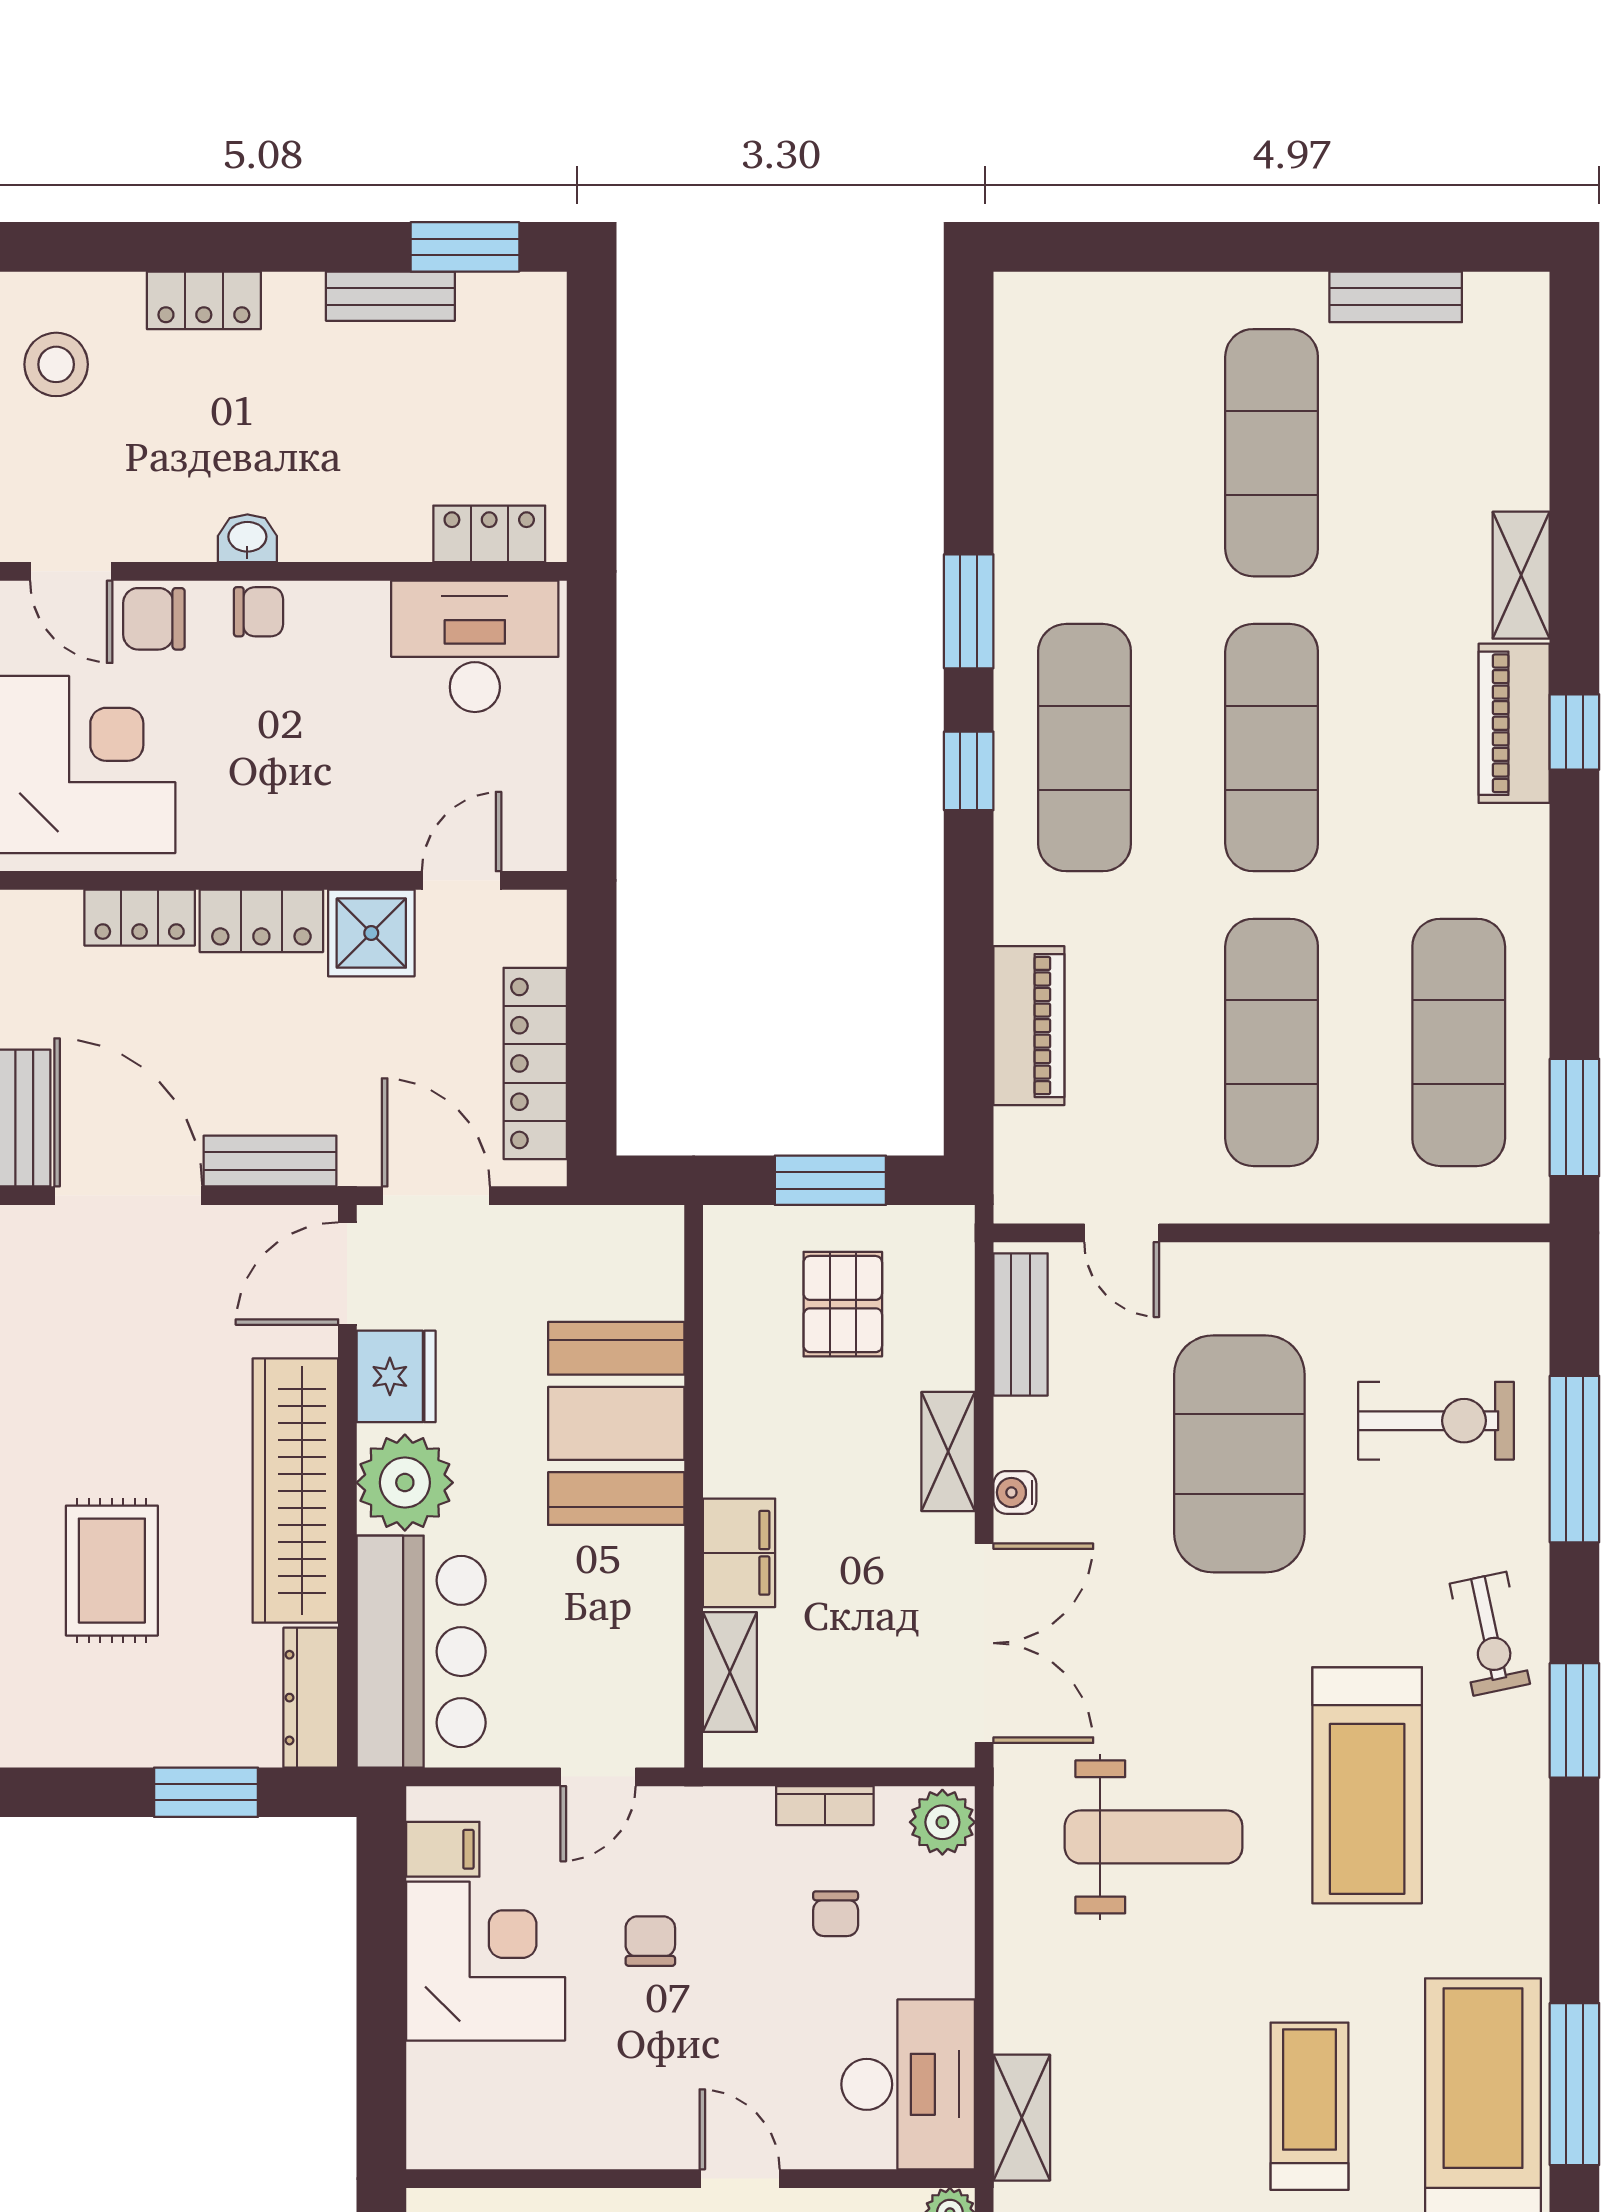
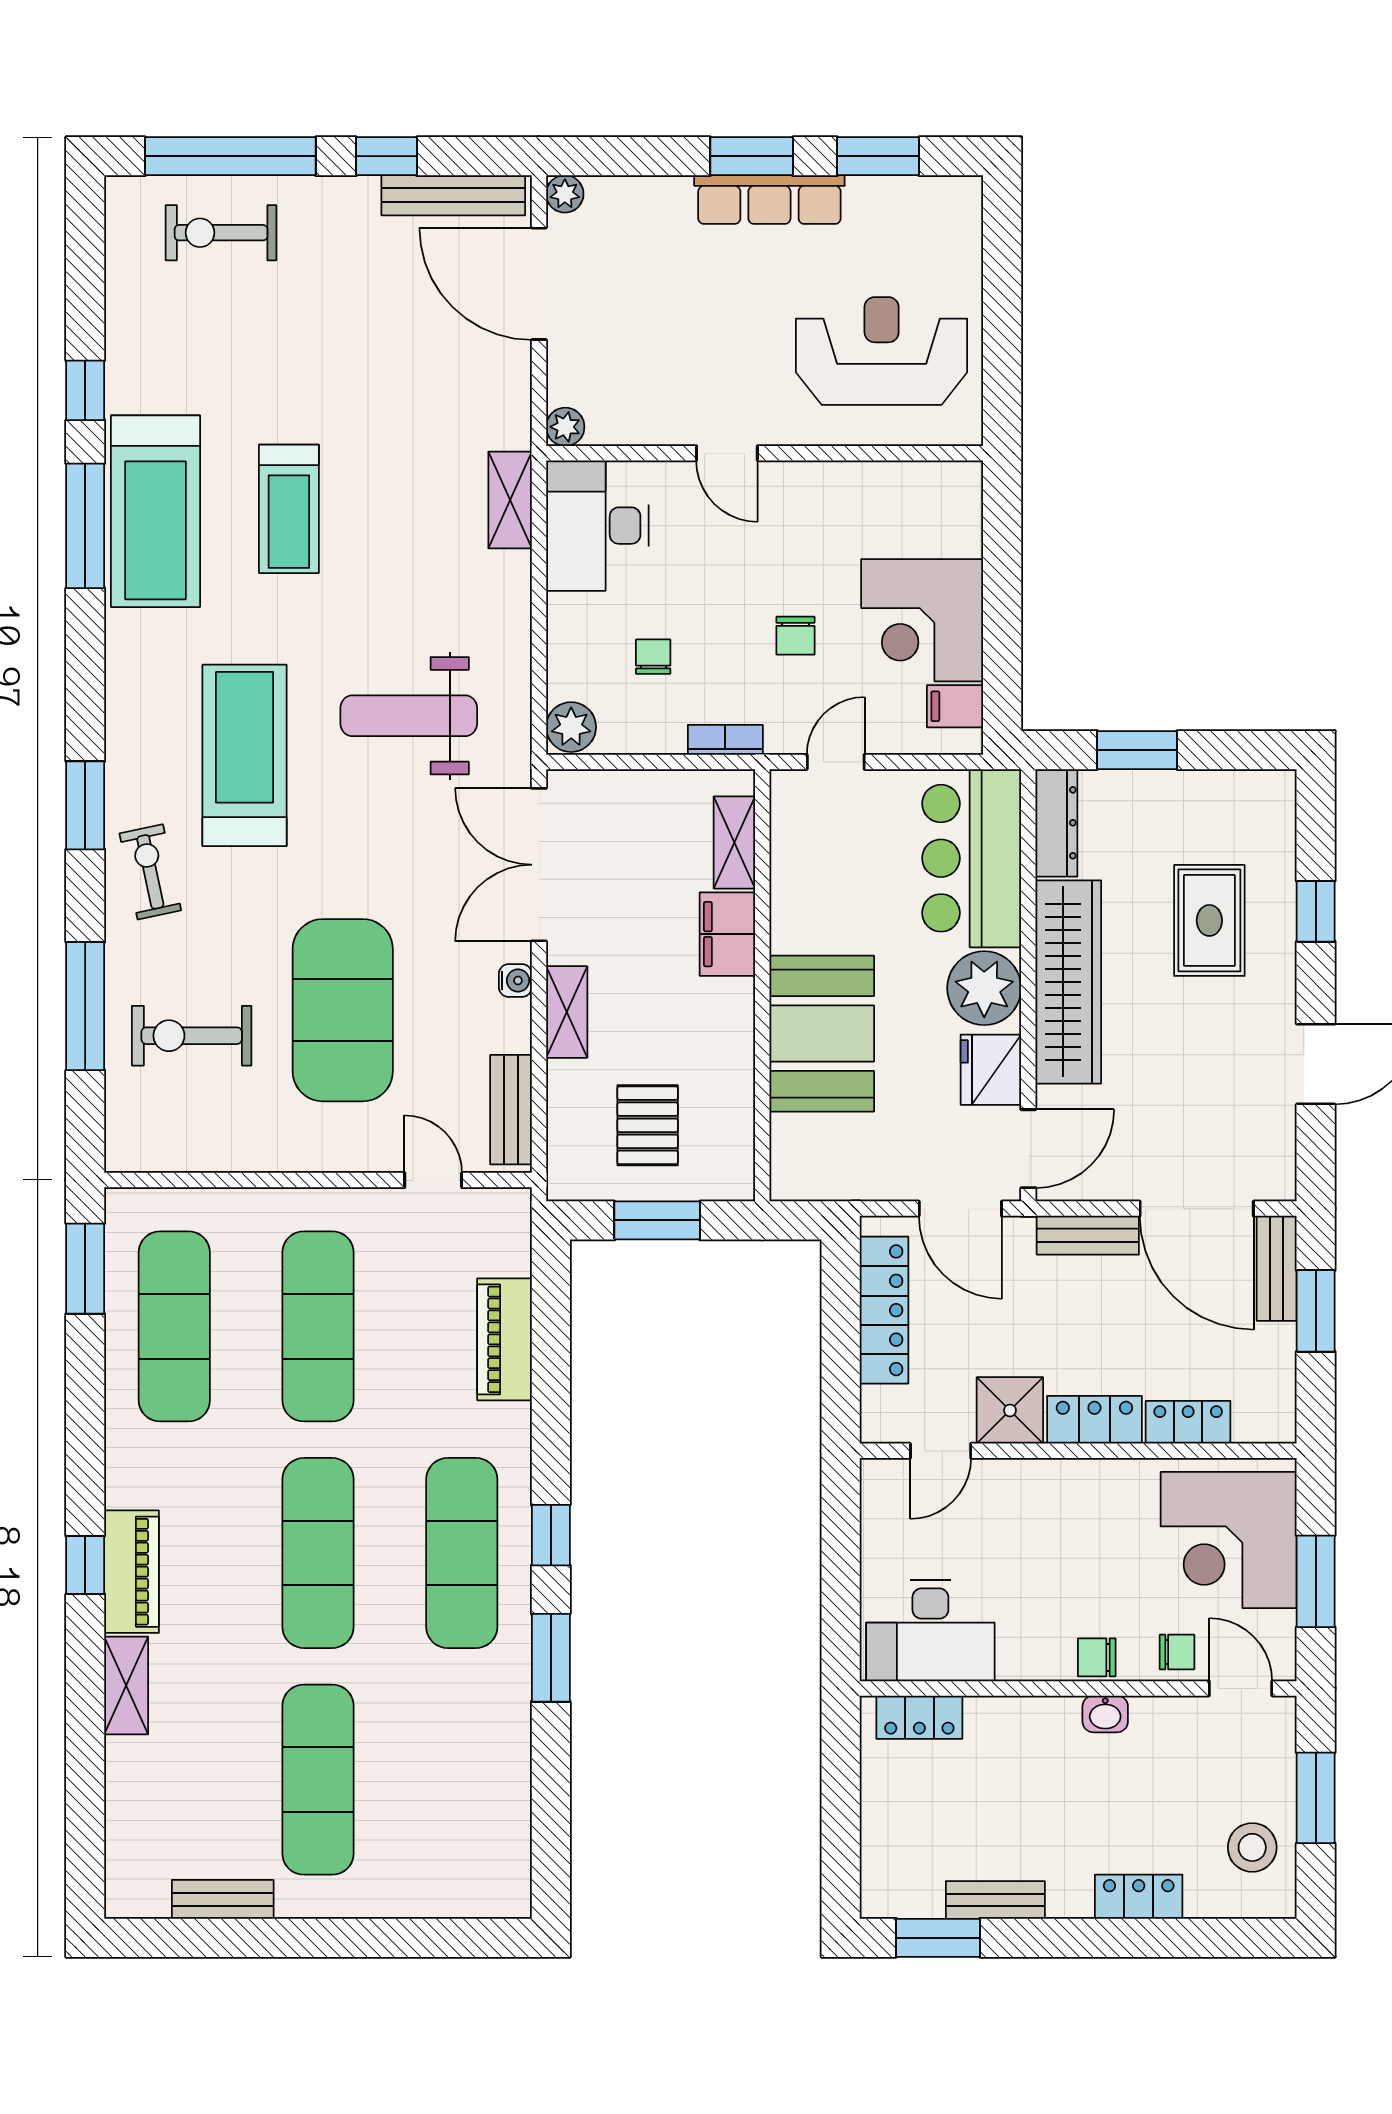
chair: (154, 619) -> (1177, 1652), width x0.73, depth x0.73
bookcase: (825, 1806) -> (725, 740), moved

